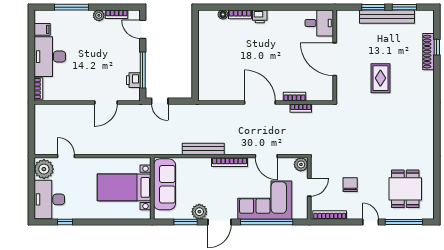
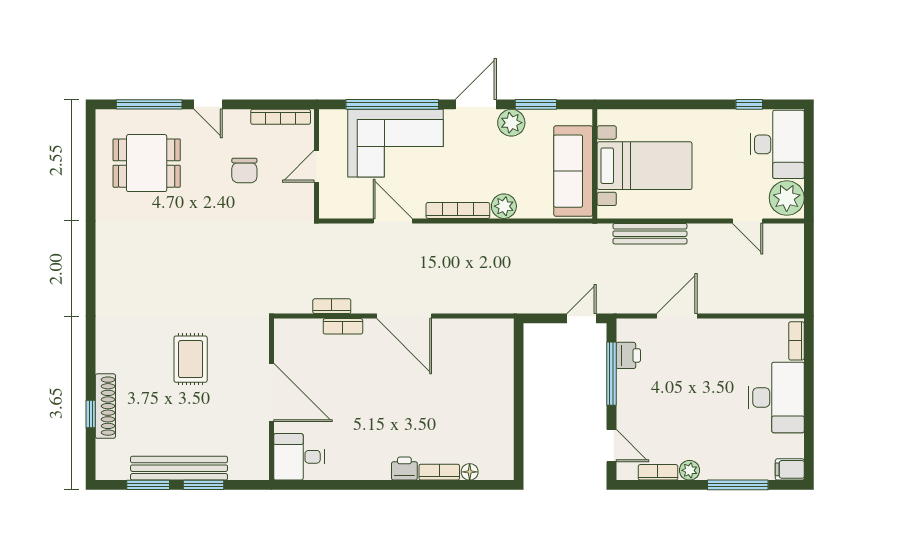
filing cabinet: (42, 29) -> (790, 469), moved
door: (160, 101) -> (582, 318), hinge flipped
bench: (203, 149) -> (650, 234), moved
plant: (301, 164) -> (504, 206), moved
dining table: (405, 189) -> (147, 163), turned 90

